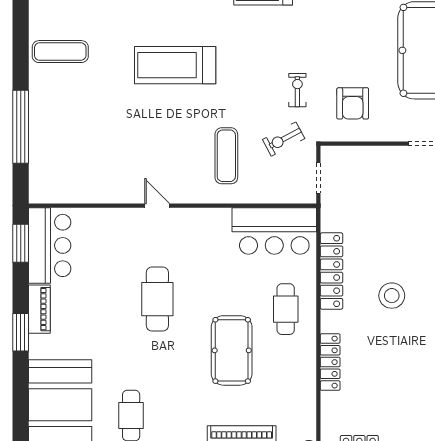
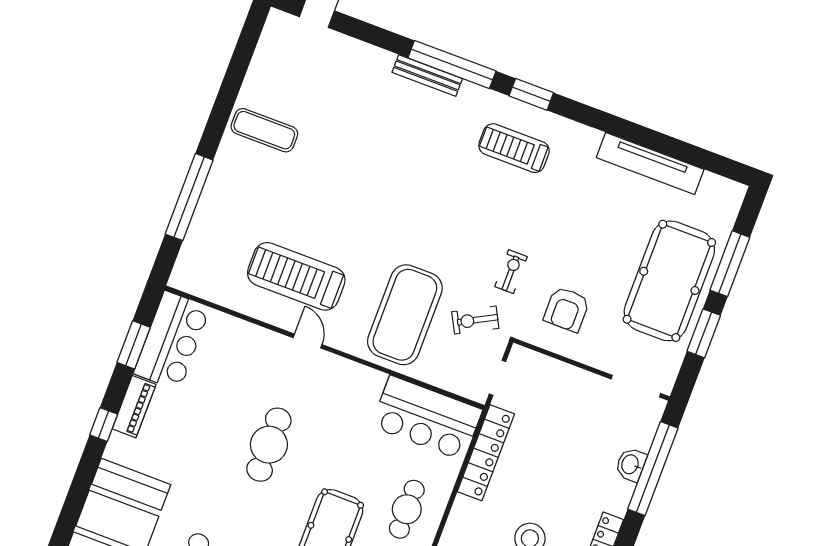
treadmill: (175, 65) -> (296, 276), moved
exercise mat: (226, 156) -> (405, 315), width x2.00, depth x1.45
window: (21, 243) -> (134, 345), moved
locker: (331, 271) -> (486, 453), moved
window: (21, 332) -> (104, 425), width x0.67

